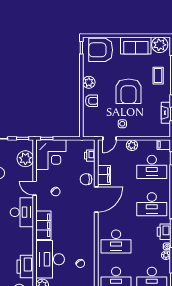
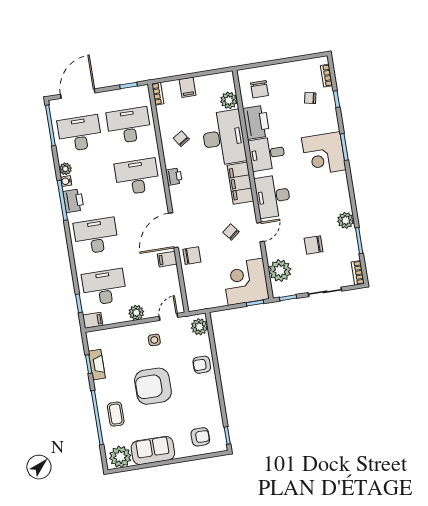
armchair: (101, 50) -> (200, 437), width x0.53, depth x0.53
plant: (89, 82) -> (199, 327), moved
armchair: (129, 91) -> (153, 386), turned -90
printer: (90, 156) -> (174, 177), moved
filing cabinet: (104, 175) -> (167, 259), width x0.50
door: (35, 188) -> (261, 232), hinge flipped
desk: (21, 243) -> (267, 154), added

